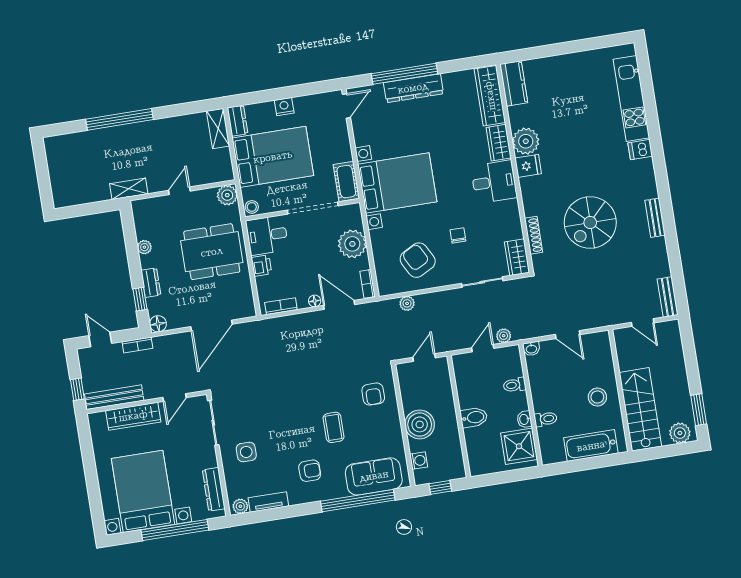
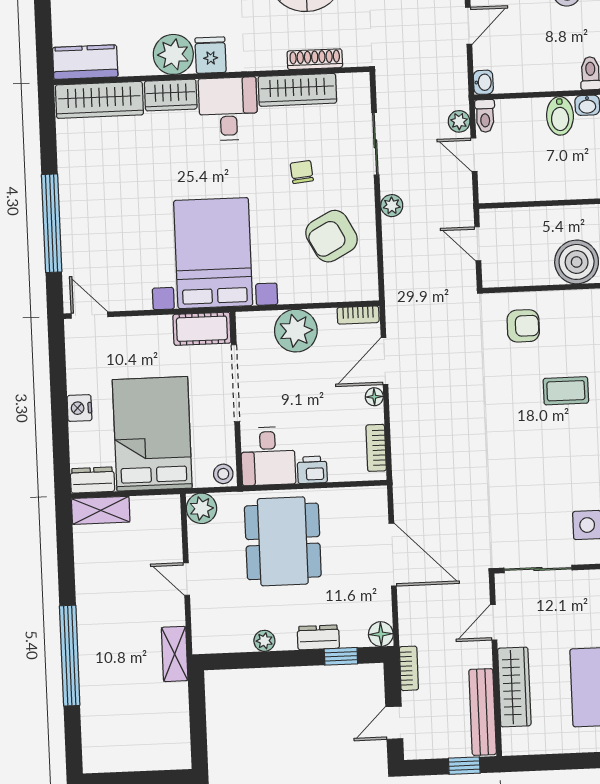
dresser: (413, 88) -> (75, 212), removed
chair: (458, 235) -> (302, 172), turned 84
wardrobe: (517, 257) -> (297, 90), moved, width x1.50
plant: (407, 303) -> (392, 206), moved
toilet: (515, 385) -> (485, 116), moved
door: (175, 398) -> (494, 622), swing flipped
bidet: (474, 417) -> (560, 116), moved, turned 180

